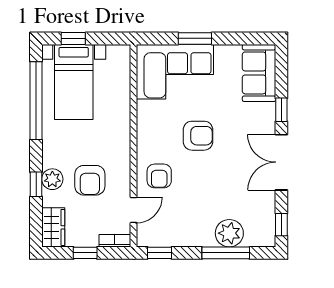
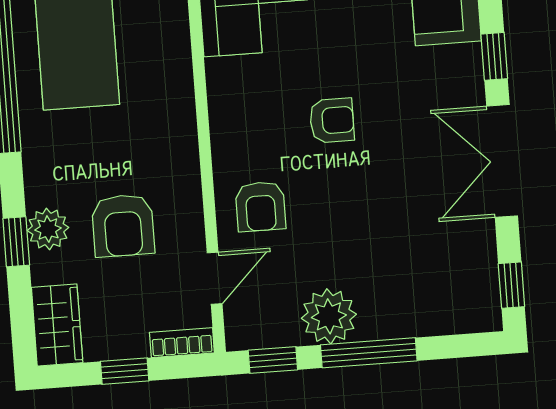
armchair: (198, 136) -> (332, 120), width x0.72, depth x0.72
plant: (229, 233) -> (329, 316), moved
window: (226, 253) -> (369, 353), moved

